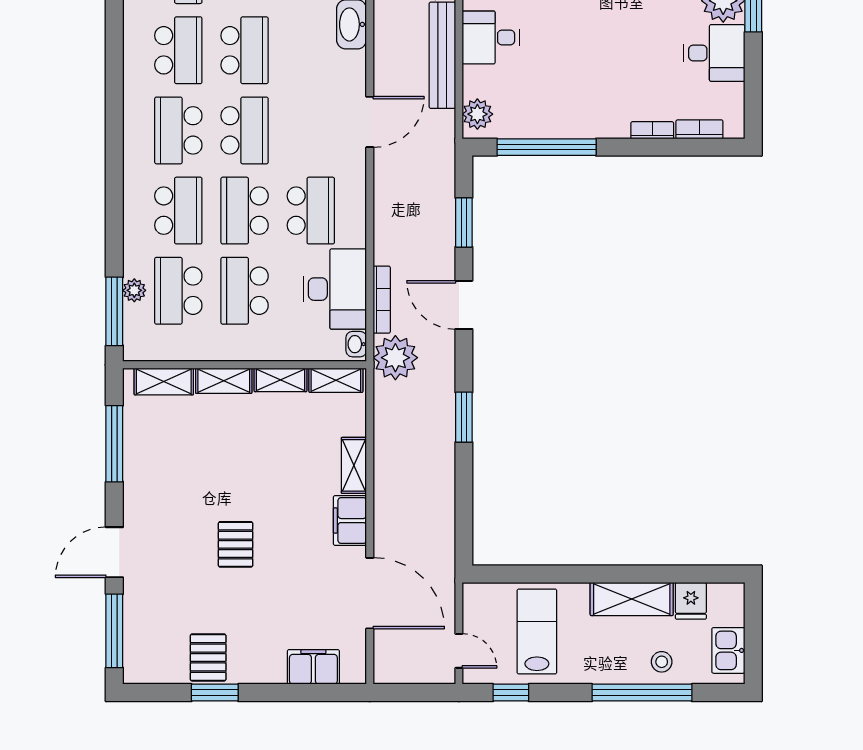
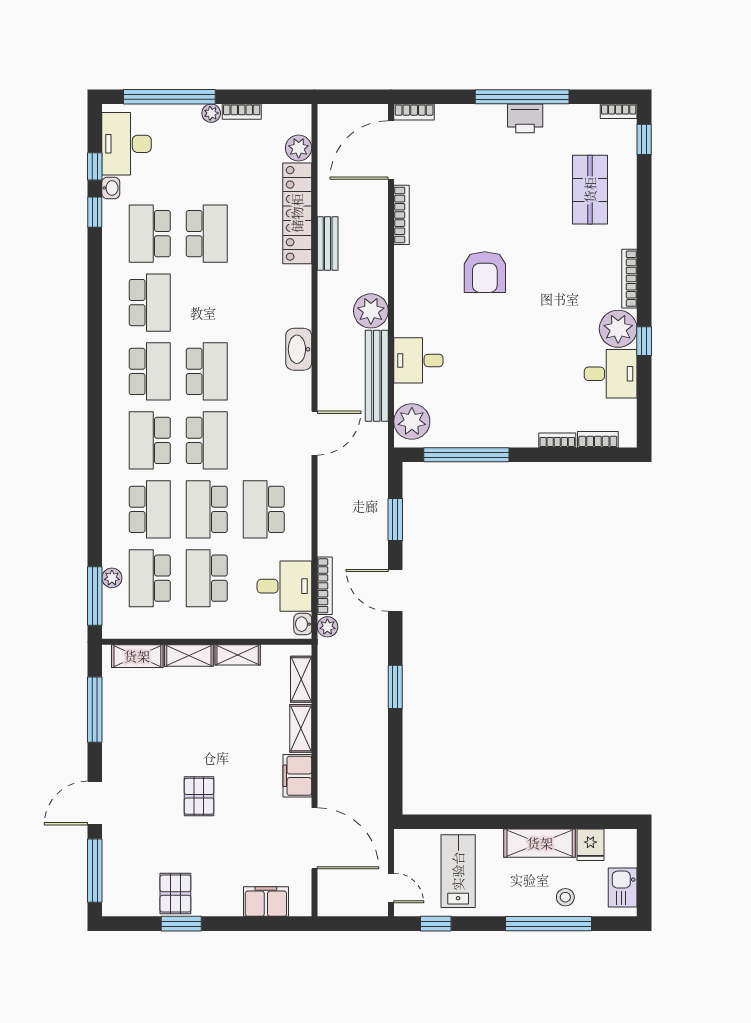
plant: (477, 114) -> (412, 422), width x1.36, depth x1.36
school desk: (311, 211) -> (264, 509), turned 180
desk: (335, 289) -> (284, 586), width x0.73
plant: (395, 358) -> (327, 627), width x0.53, depth x0.53
shelving: (336, 380) -> (301, 679), moved, turned 90

